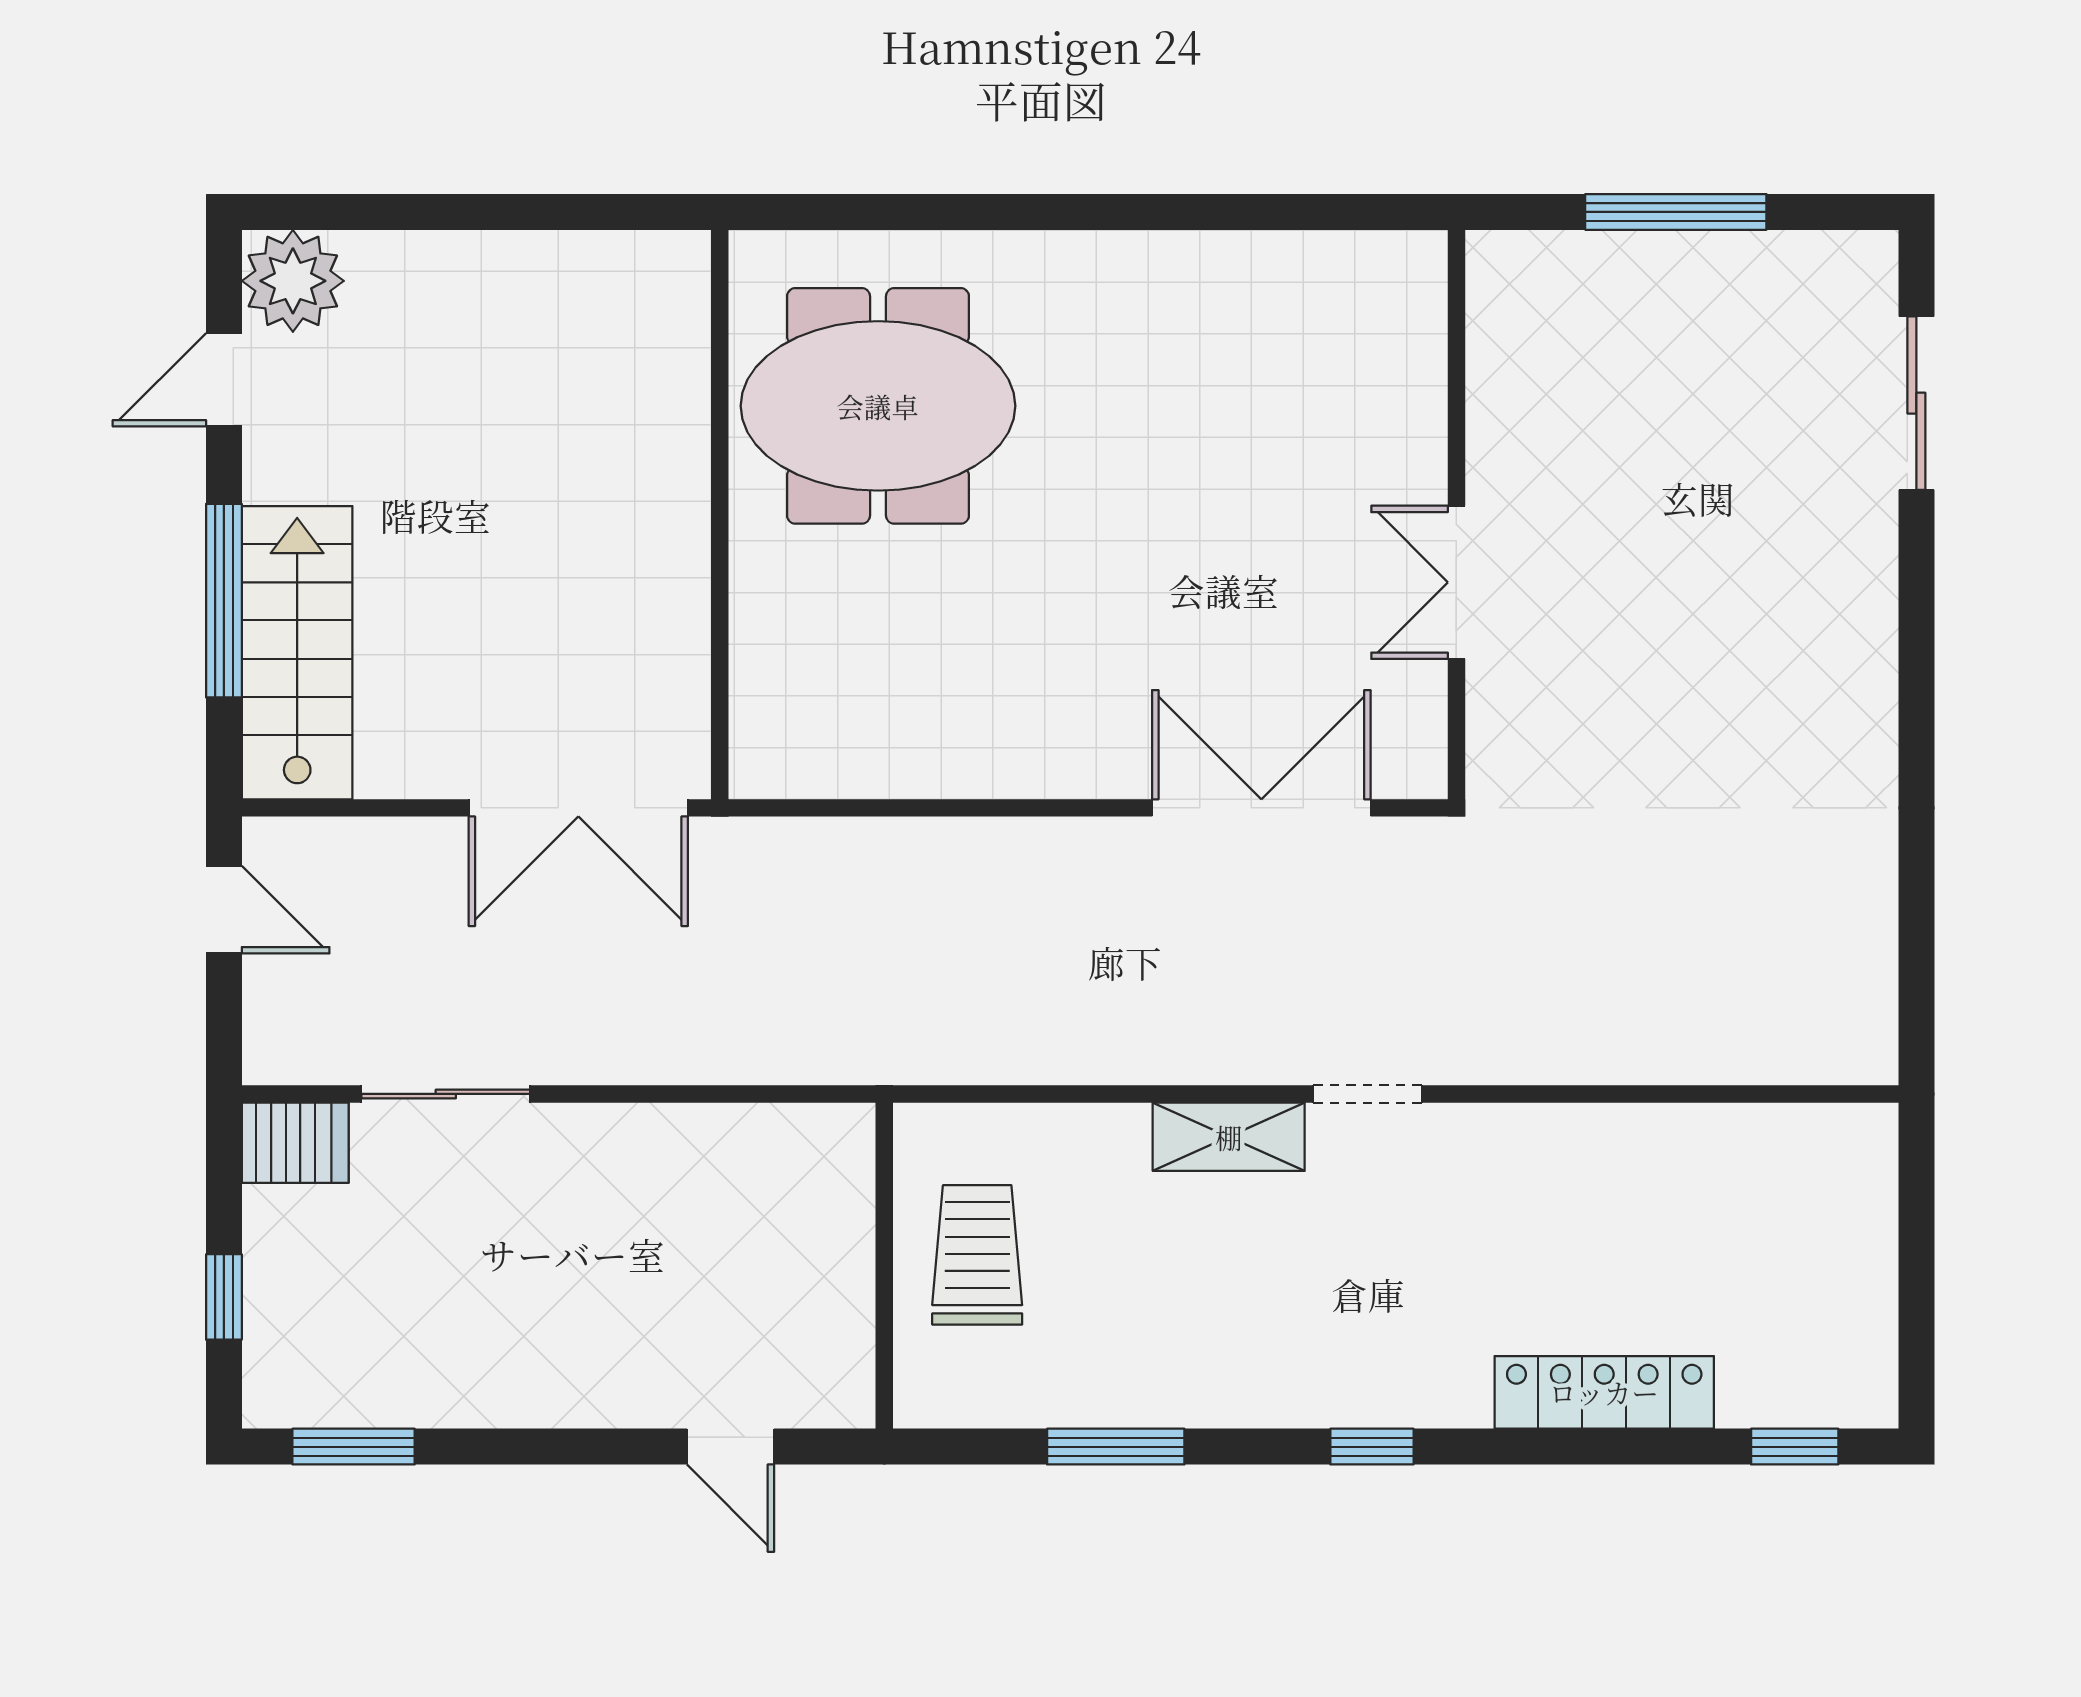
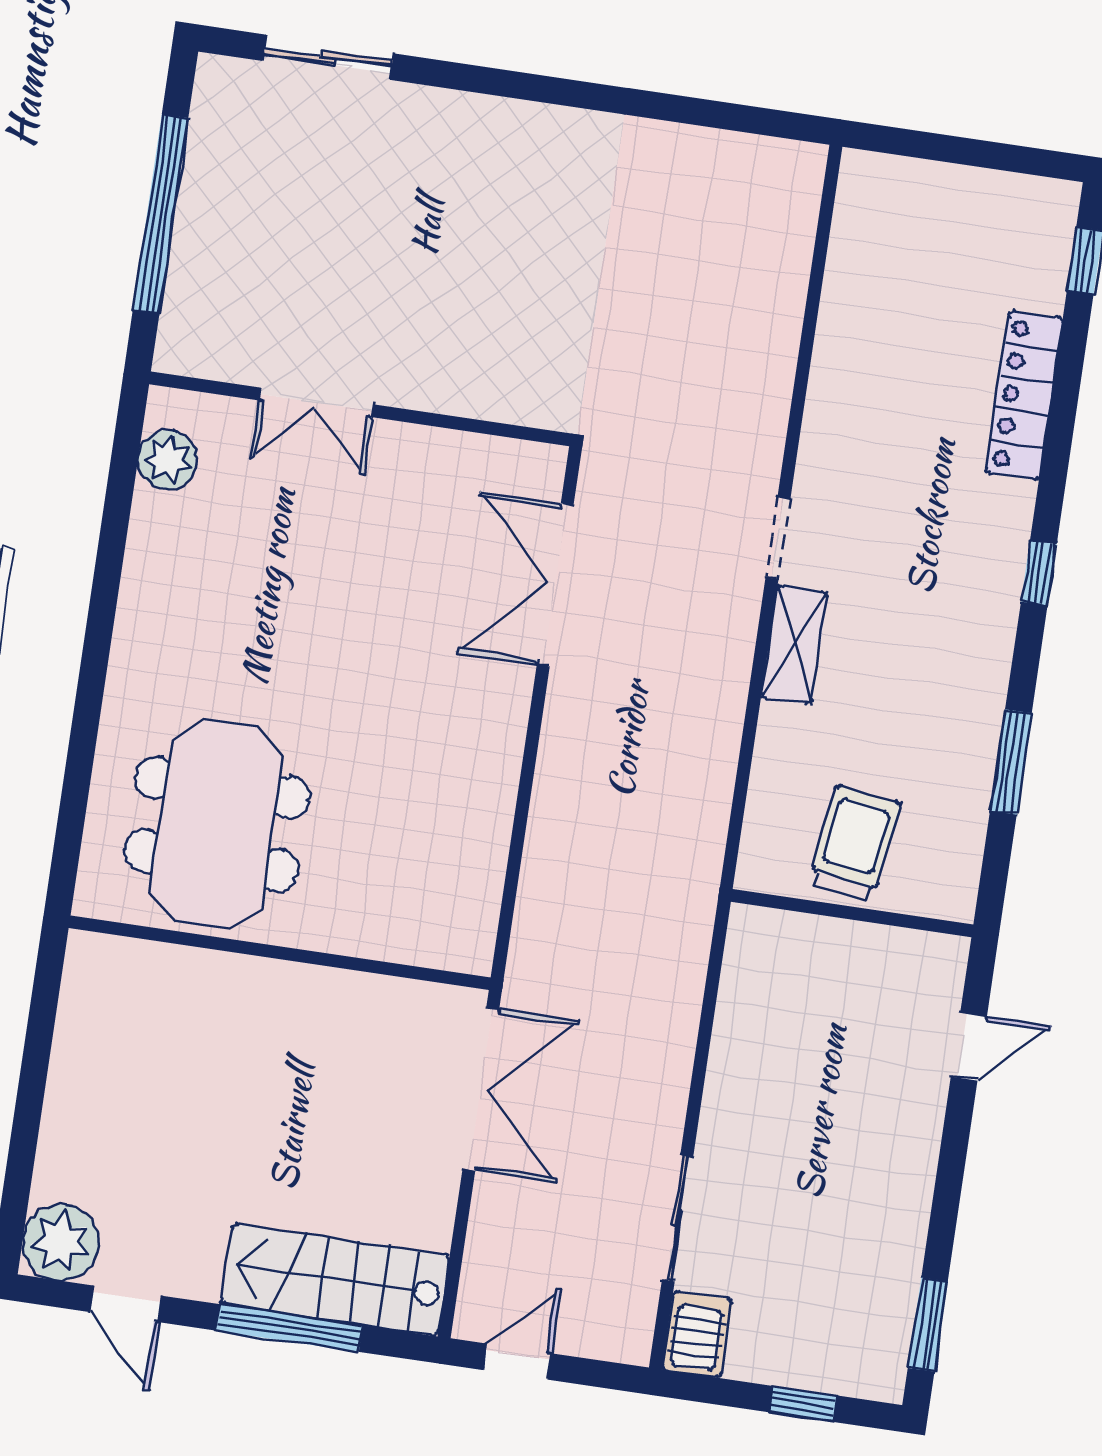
window: (1676, 212) -> (161, 214), width x1.46
plant: (1352, 270) -> (168, 460), added
double door: (1456, 582) -> (316, 402), moved
trolley: (977, 1255) -> (854, 843), turned 98

